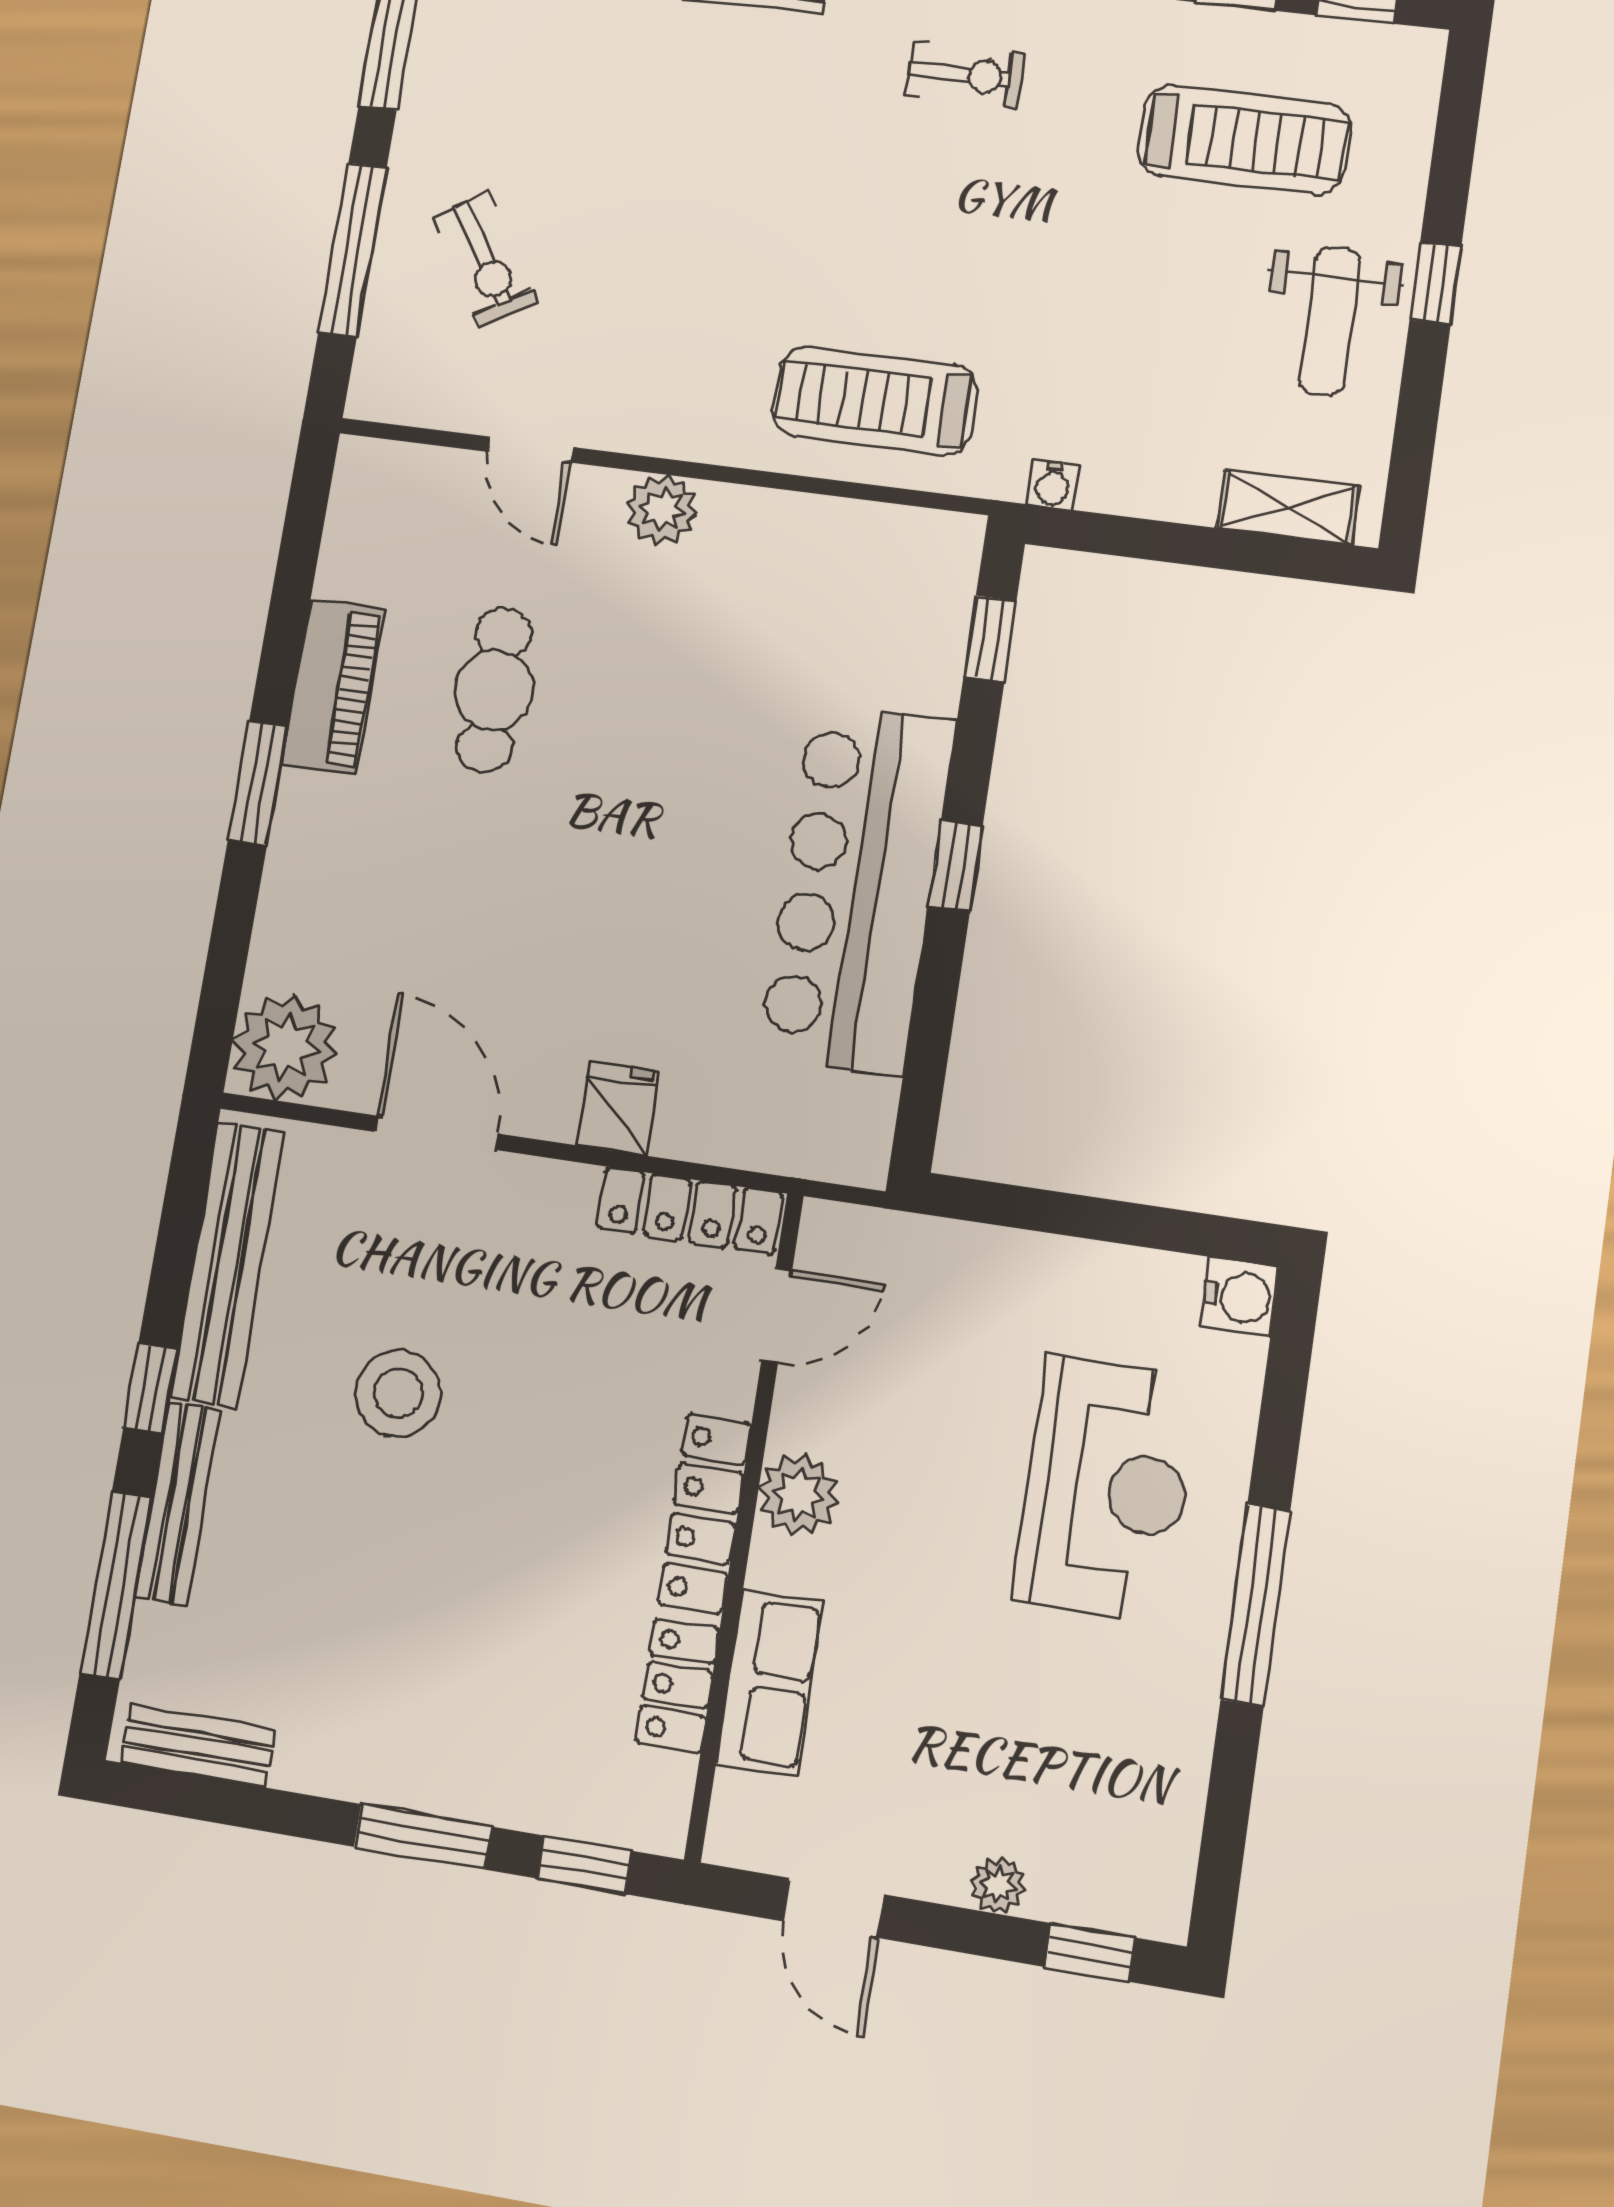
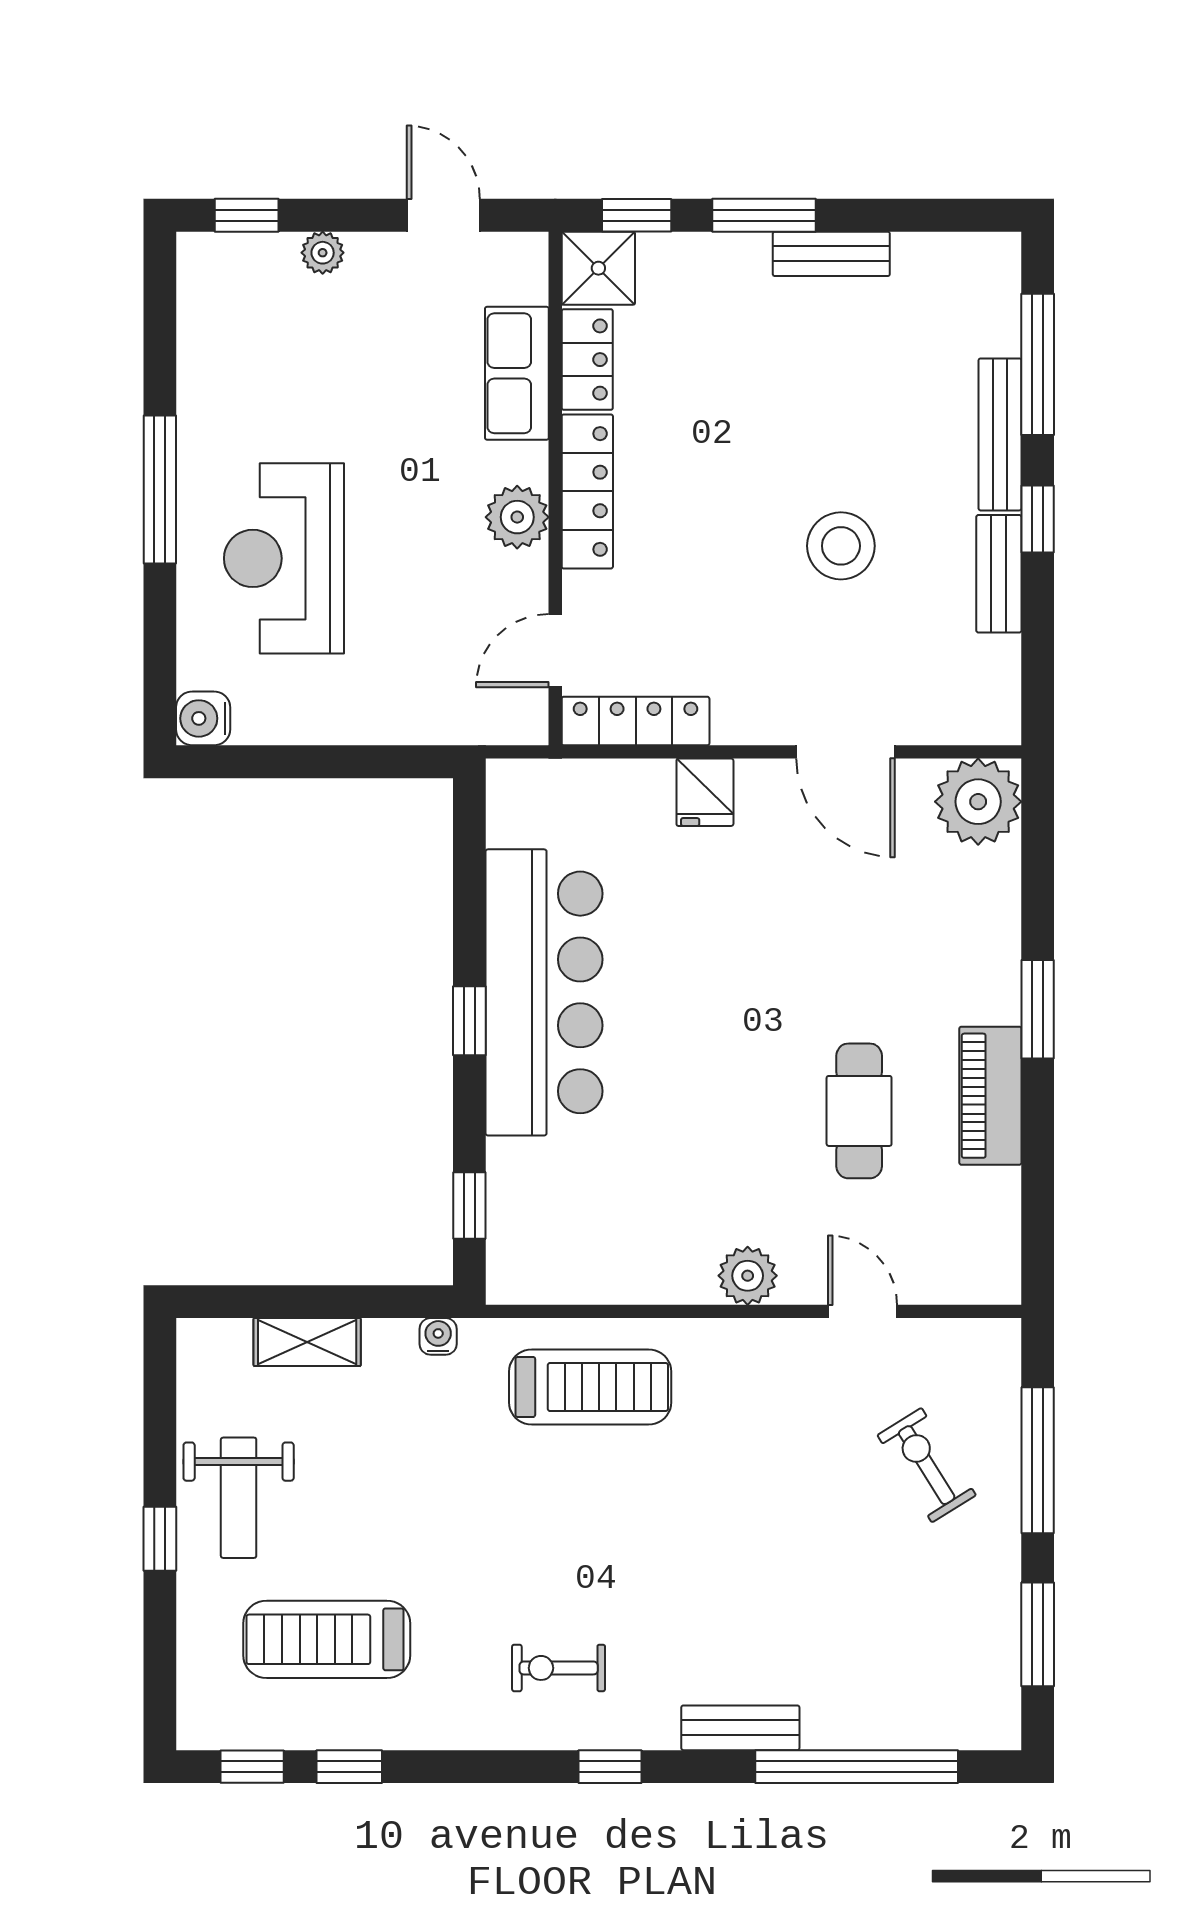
weight bench: (1330, 321) -> (239, 1498), turned 180
shelving: (1288, 507) -> (307, 1342), moved
bench: (227, 1264) -> (999, 574), width x0.54, depth x0.82
bench: (198, 1746) -> (831, 254), moved
shower: (645, 1803) -> (598, 268), added

